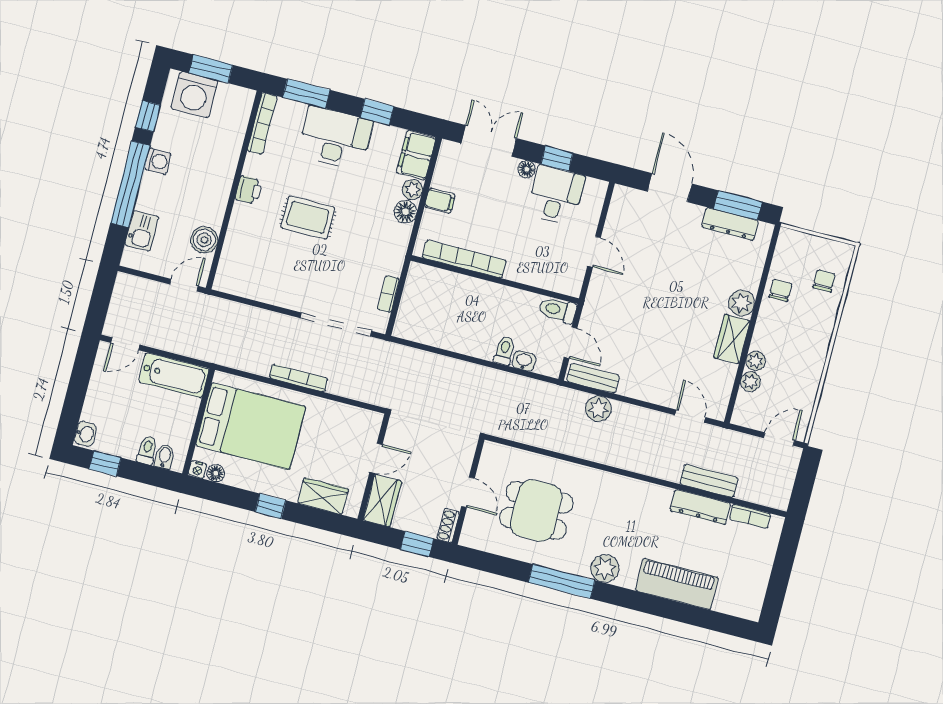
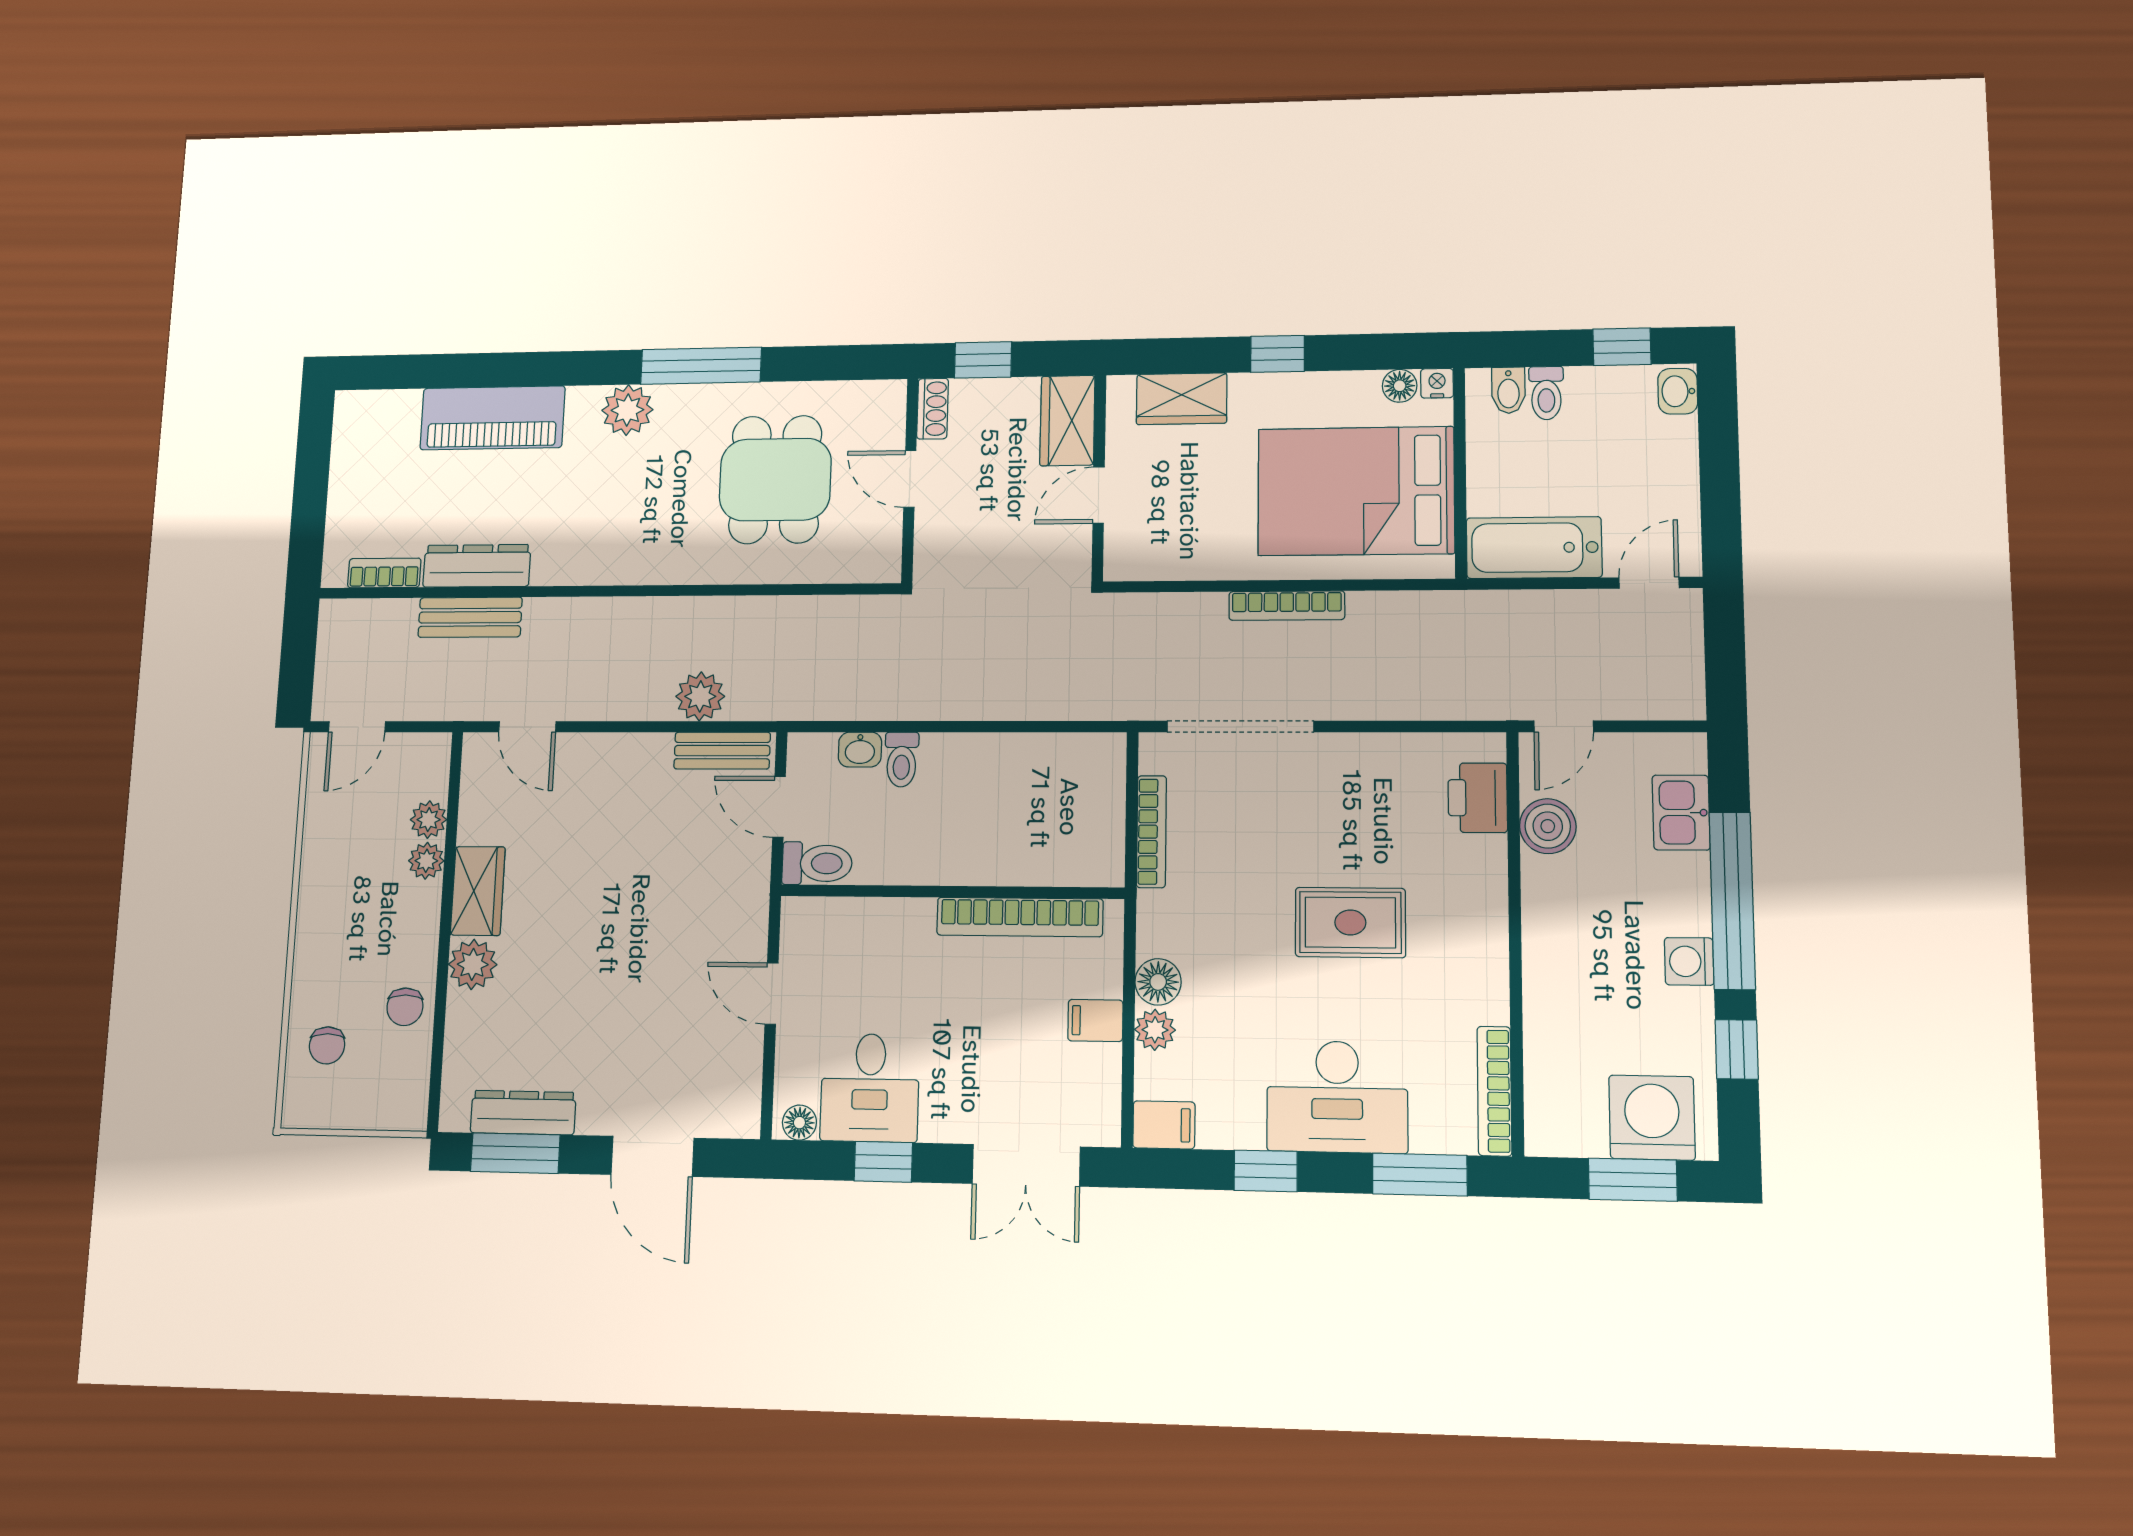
filing cabinet: (416, 155) -> (1164, 1125), width x0.50
floor lamp: (527, 169) -> (799, 1123), moved
printer: (249, 190) -> (1478, 798), moved, width x1.36, depth x1.24
bookcase: (388, 294) -> (1151, 832), width x1.56
dining table: (536, 511) -> (775, 480), turned 90

